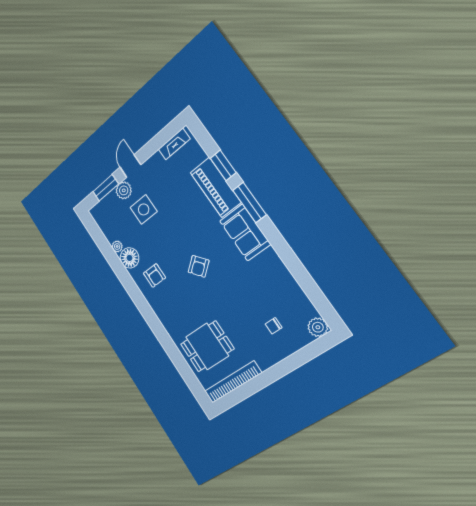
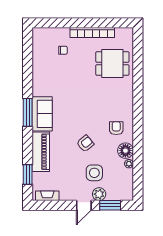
window: (223, 165) -> (28, 174), moved
window: (249, 202) -> (28, 112), moved
armchair: (199, 266) -> (85, 144), moved
plant: (318, 327) -> (39, 34), removed
bookcase: (233, 382) -> (92, 33), moved

